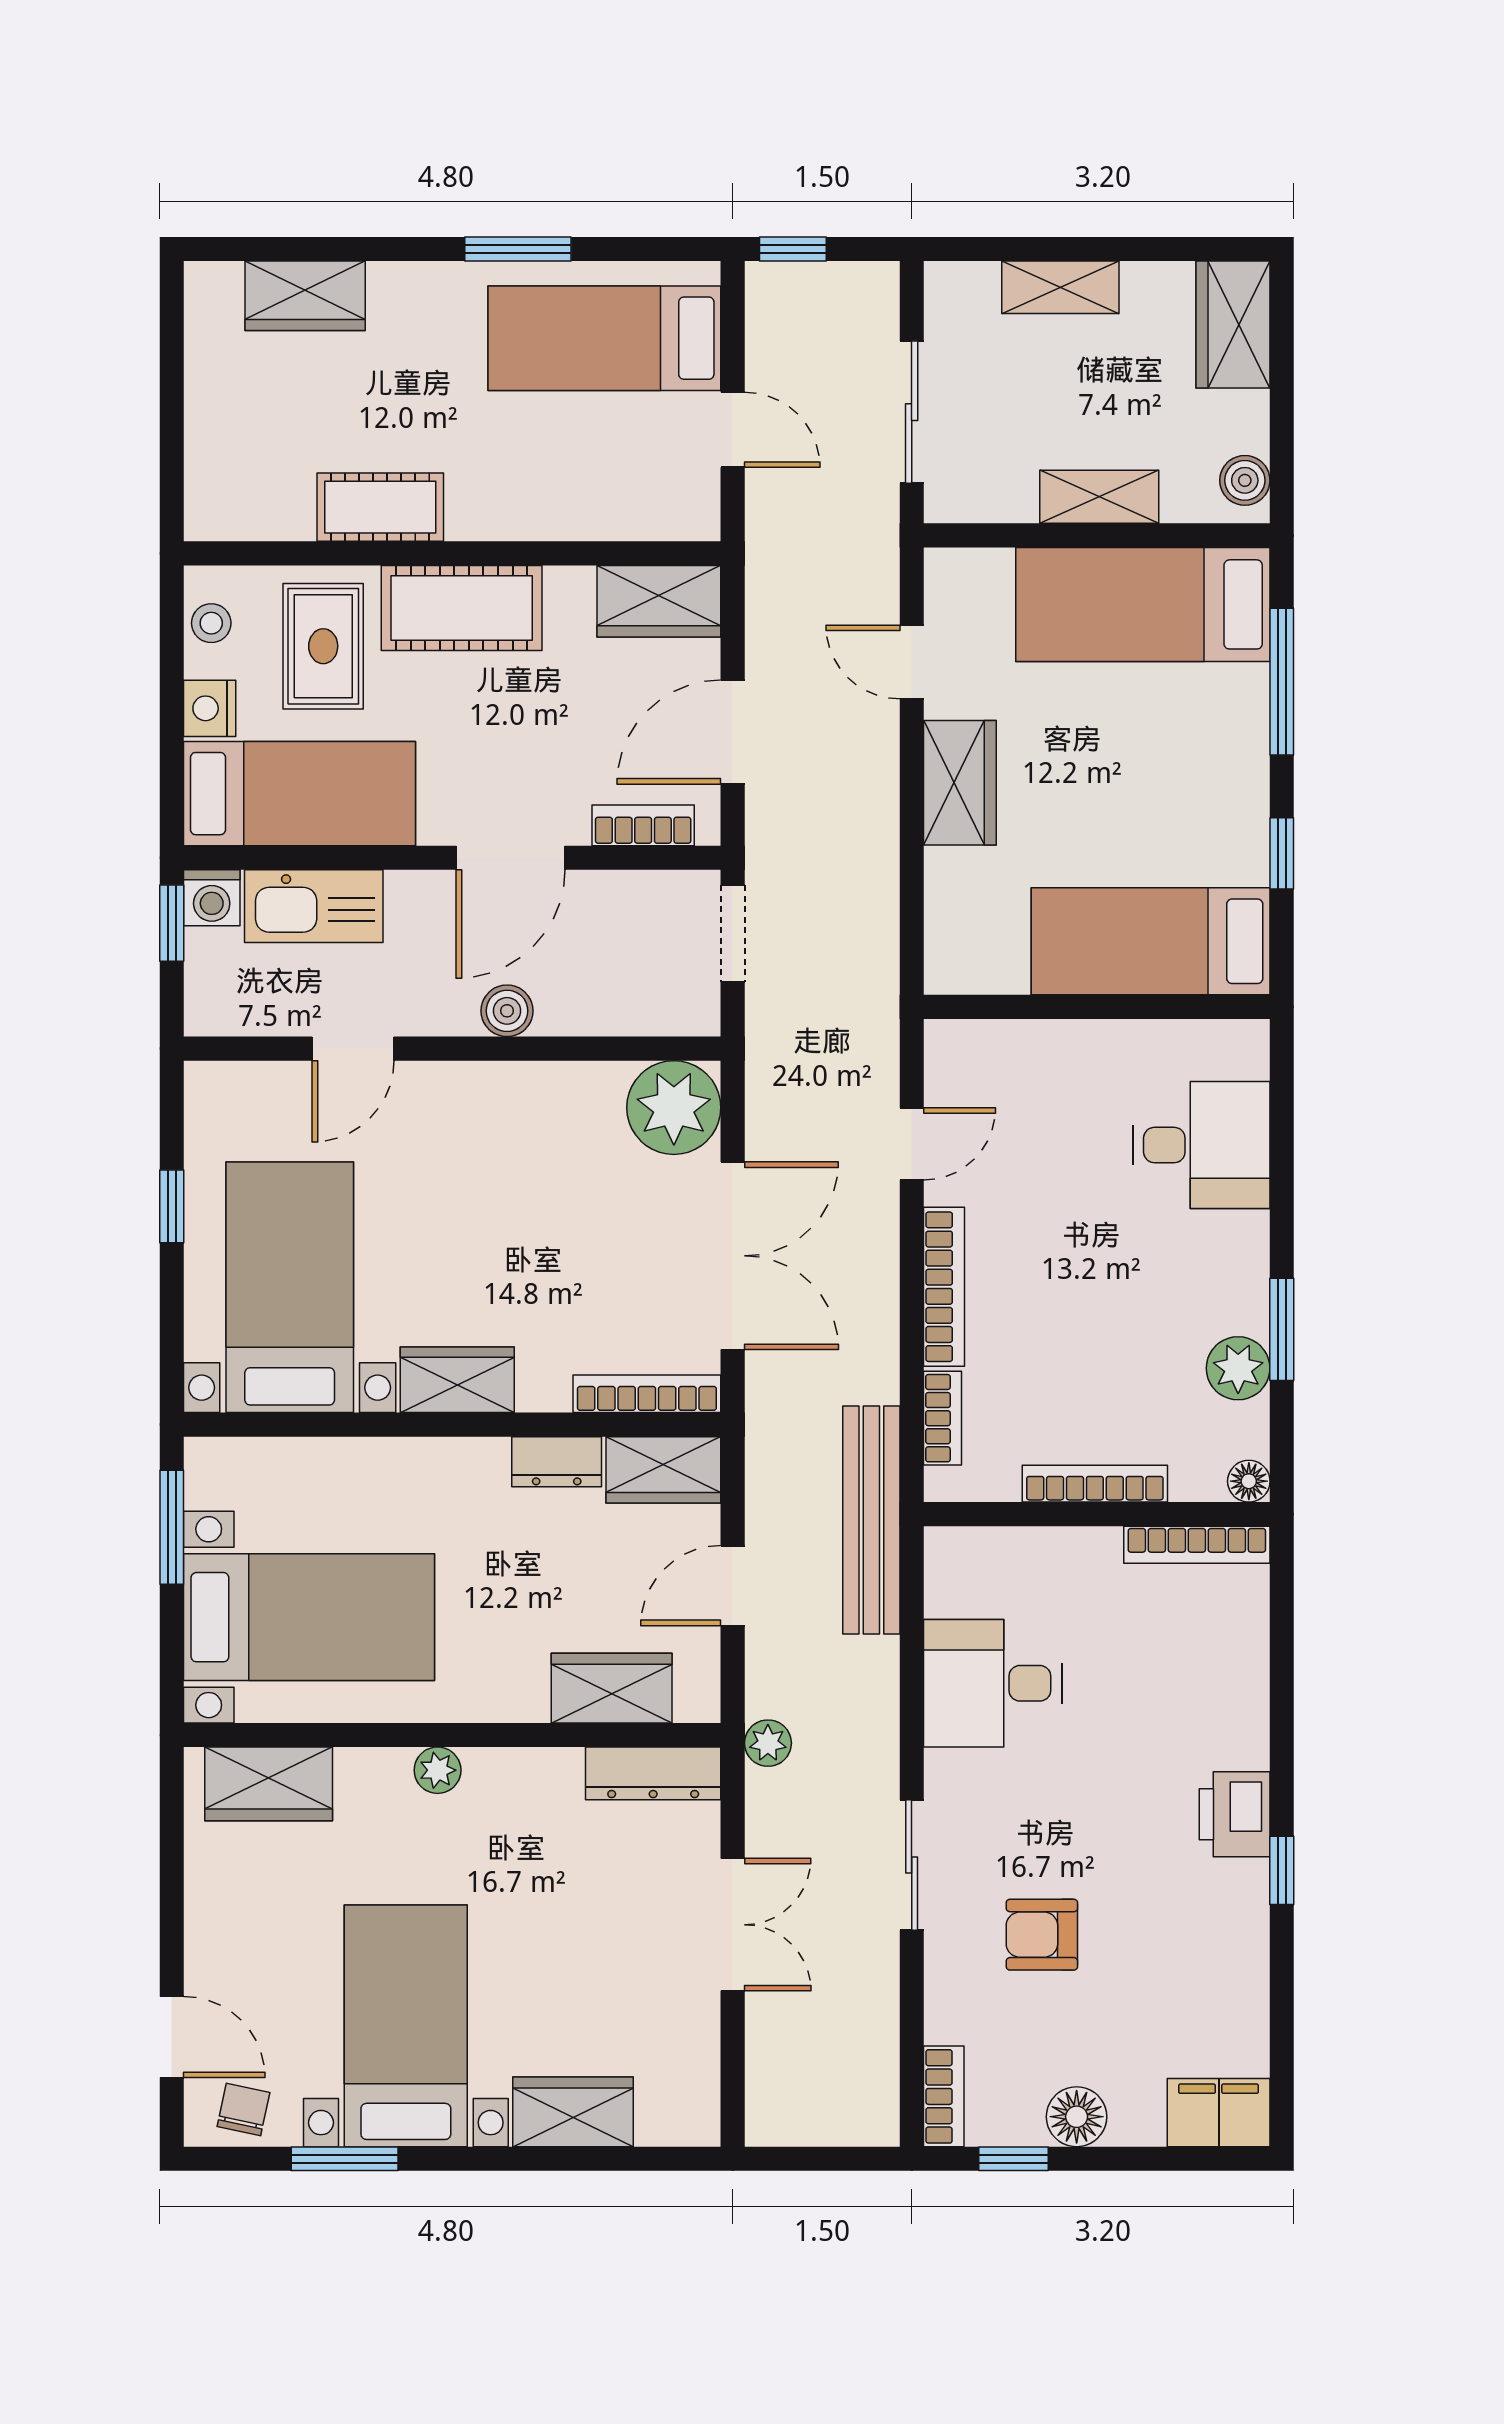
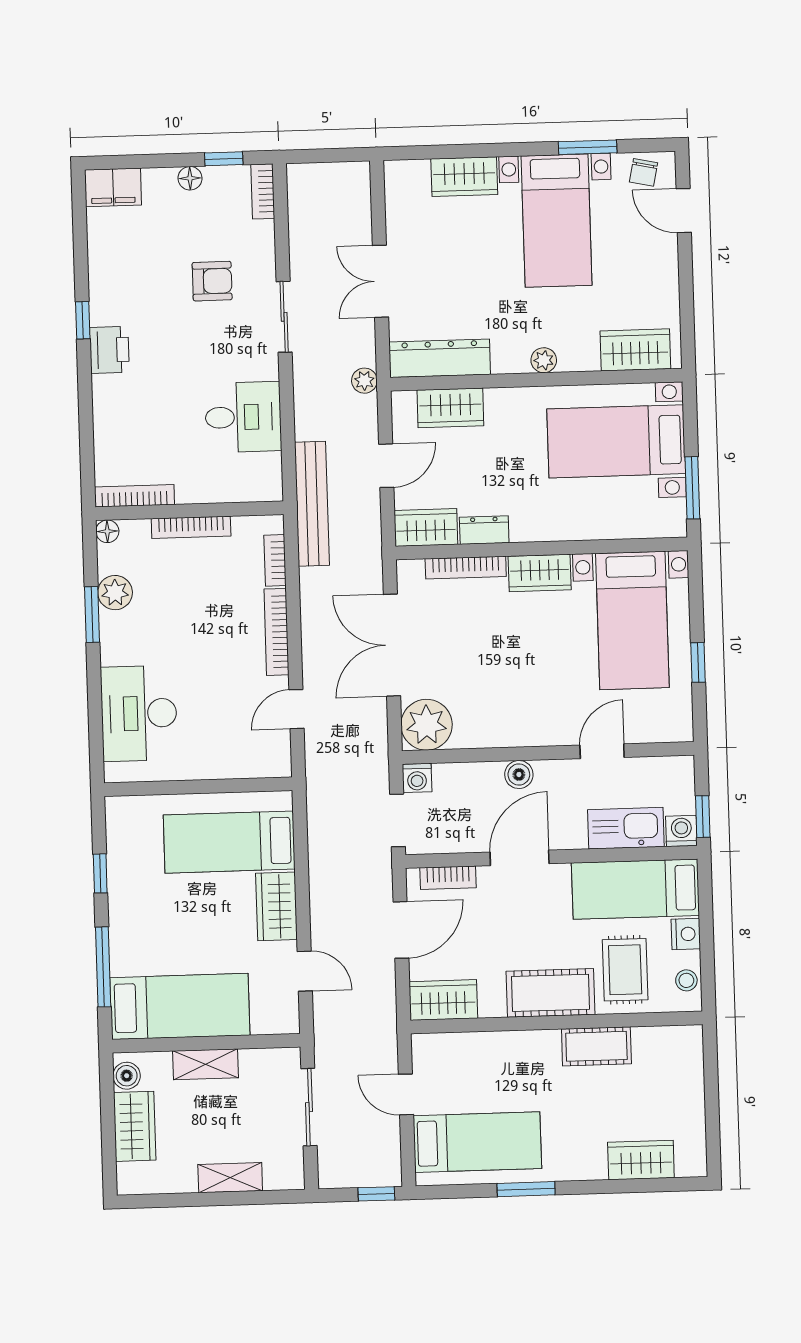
wardrobe: (1233, 325) -> (135, 1126), moved
bed: (1151, 941) -> (229, 842), moved, turned 180
washing machine: (694, 1010) -> (417, 778), added
desk: (1201, 1145) -> (139, 713), width x1.37
bookcase: (647, 1394) -> (466, 568), moved
dresser: (653, 1773) -> (440, 358), width x1.37, depth x1.24
floor lamp: (1077, 2117) -> (190, 178), width x0.73, depth x0.73

